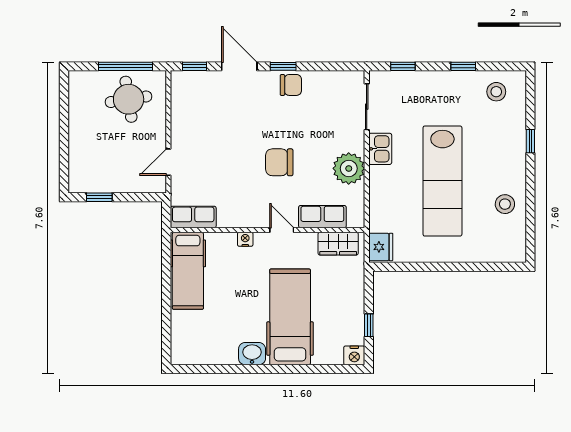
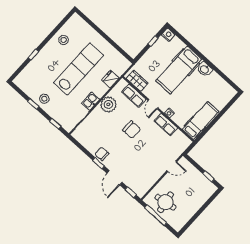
stool: (496, 92) -> (44, 99), moved
row of seats: (193, 217) -> (166, 124), moved
fridge: (381, 247) -> (110, 79), moved

